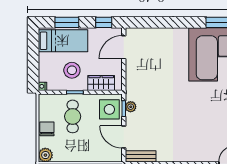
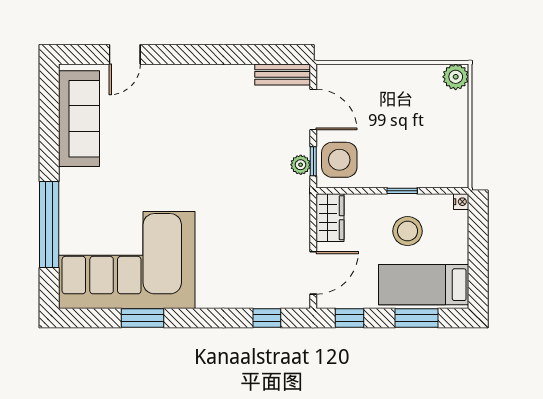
window: (149, 22) -> (267, 318), added
wardrobe: (101, 83) -> (330, 218), moved, turned -90
cafe table: (73, 116) -> (406, 147), removed
chair: (47, 129) -> (453, 124), removed

